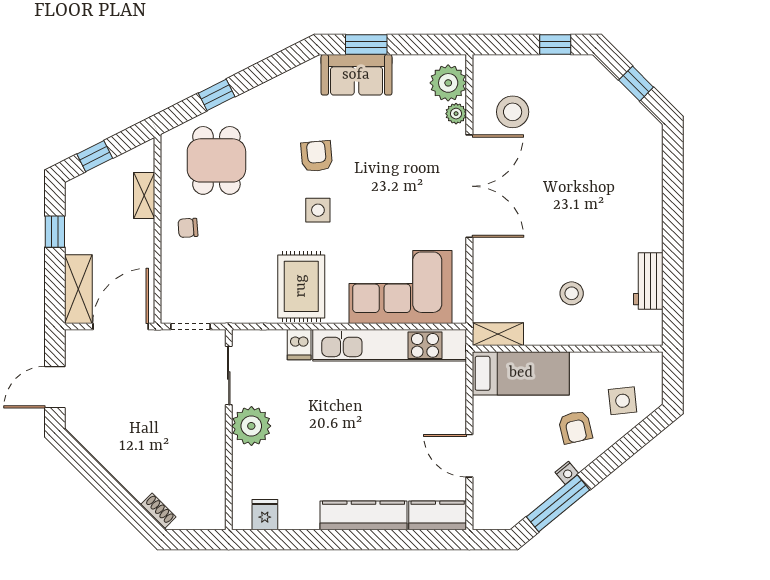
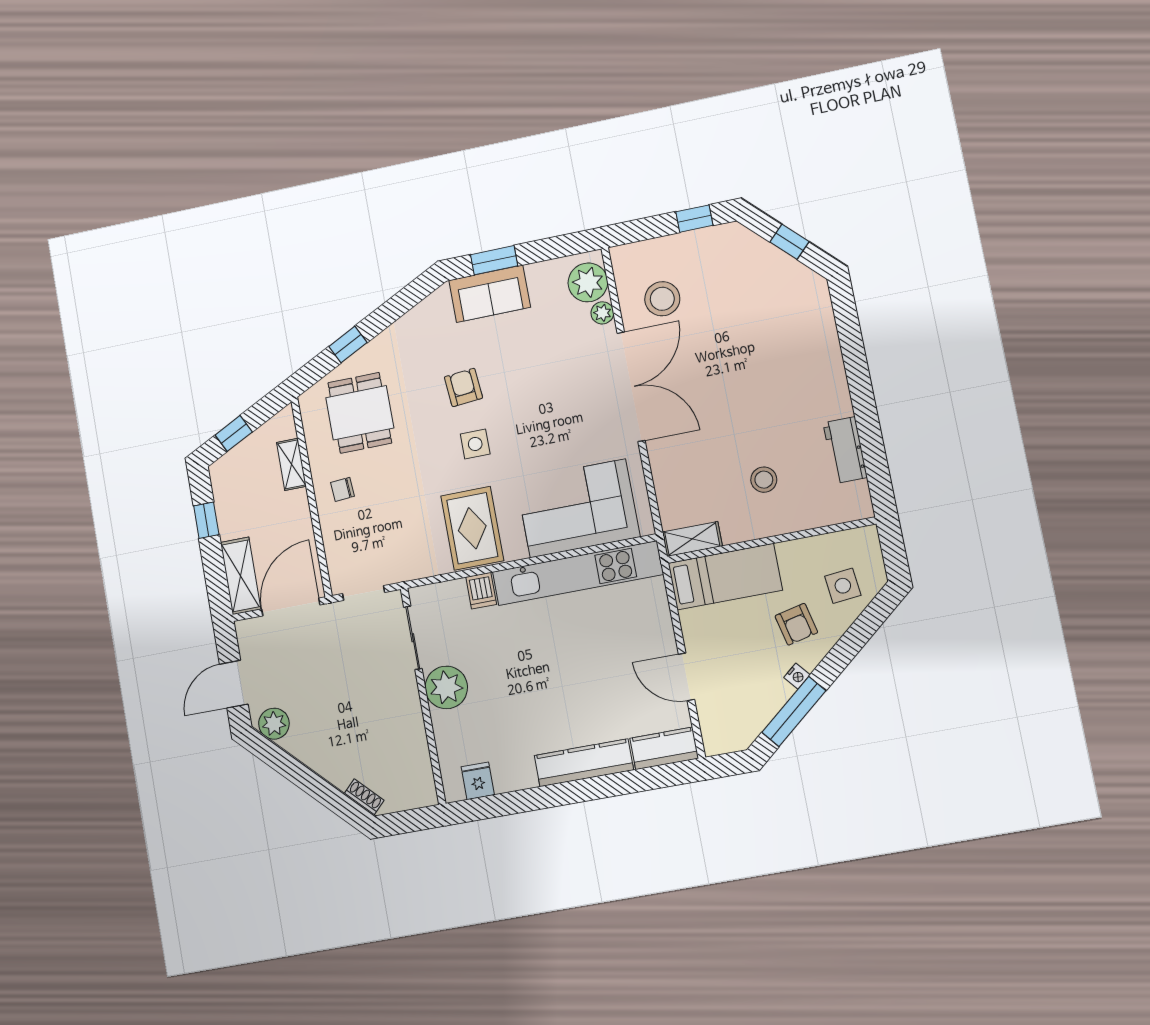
plant: (86, 430) -> (274, 724), added

